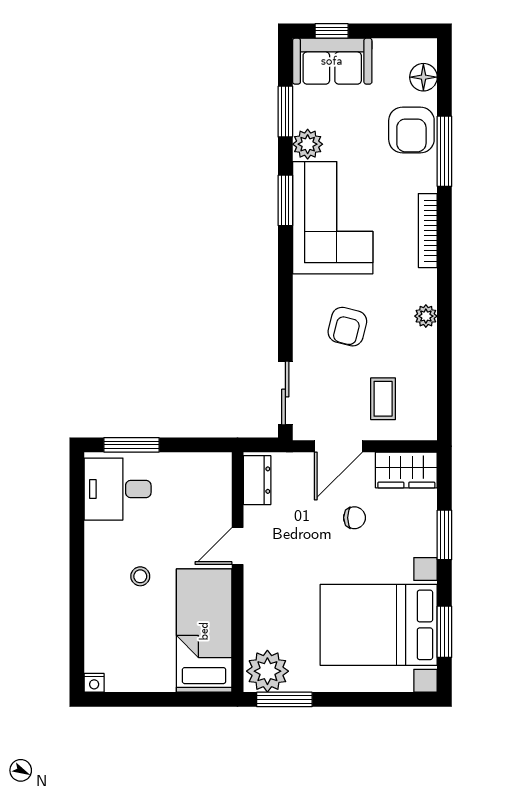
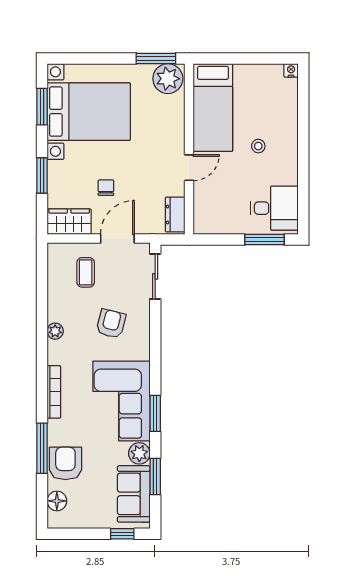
sofa: (332, 61) -> (134, 494), moved, turned -90
chair: (355, 518) -> (106, 188), turned 90

